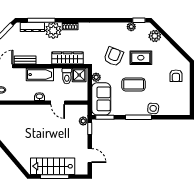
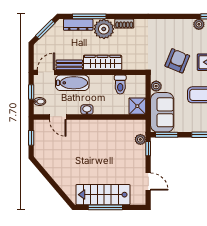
wardrobe: (67, 58) -> (103, 63), moved
bathtub: (40, 75) -> (72, 83), moved
shower: (79, 75) -> (137, 106), moved
door: (58, 103) -> (58, 117), moved

